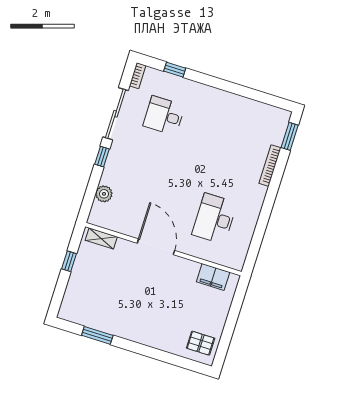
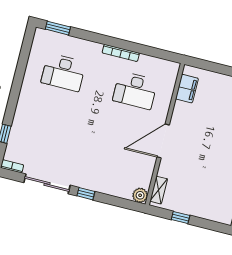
desk: (164, 116) -> (63, 72), moved, width x1.37
bookcase: (270, 166) -> (121, 53), moved
plant: (104, 194) -> (140, 195), moved

